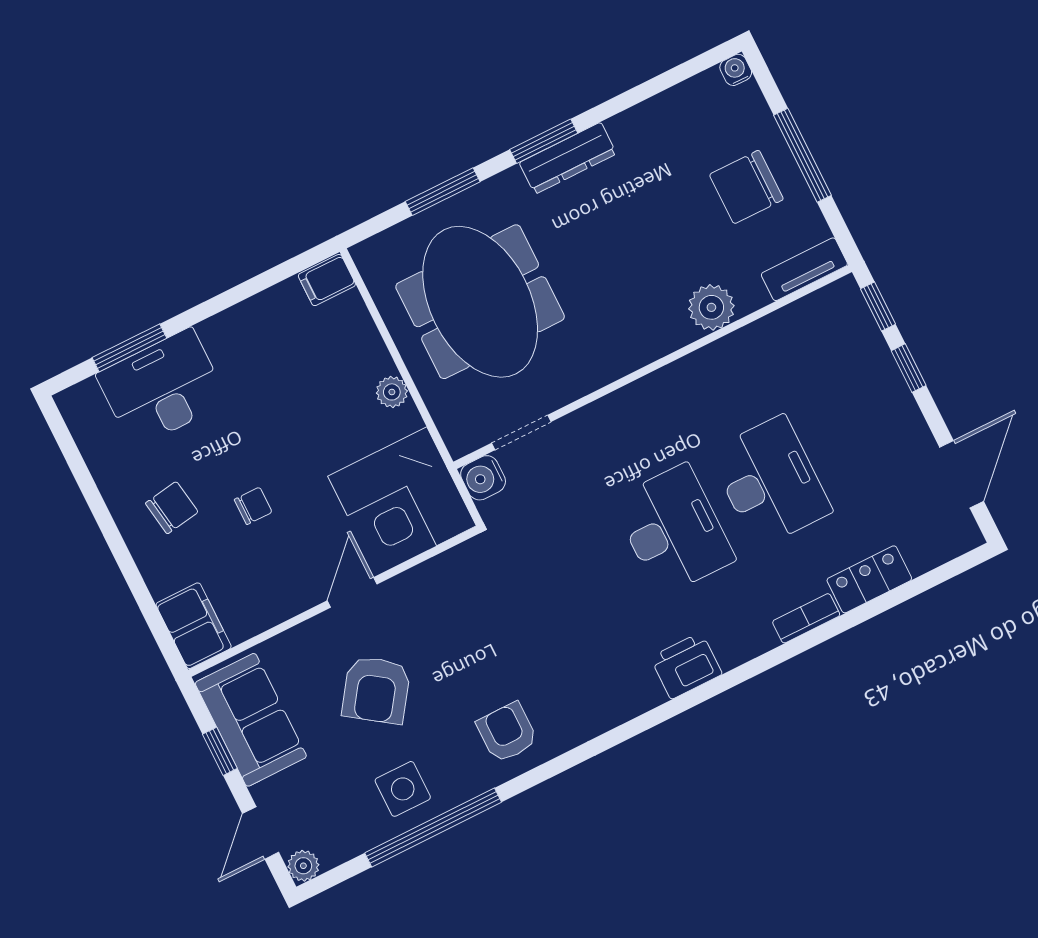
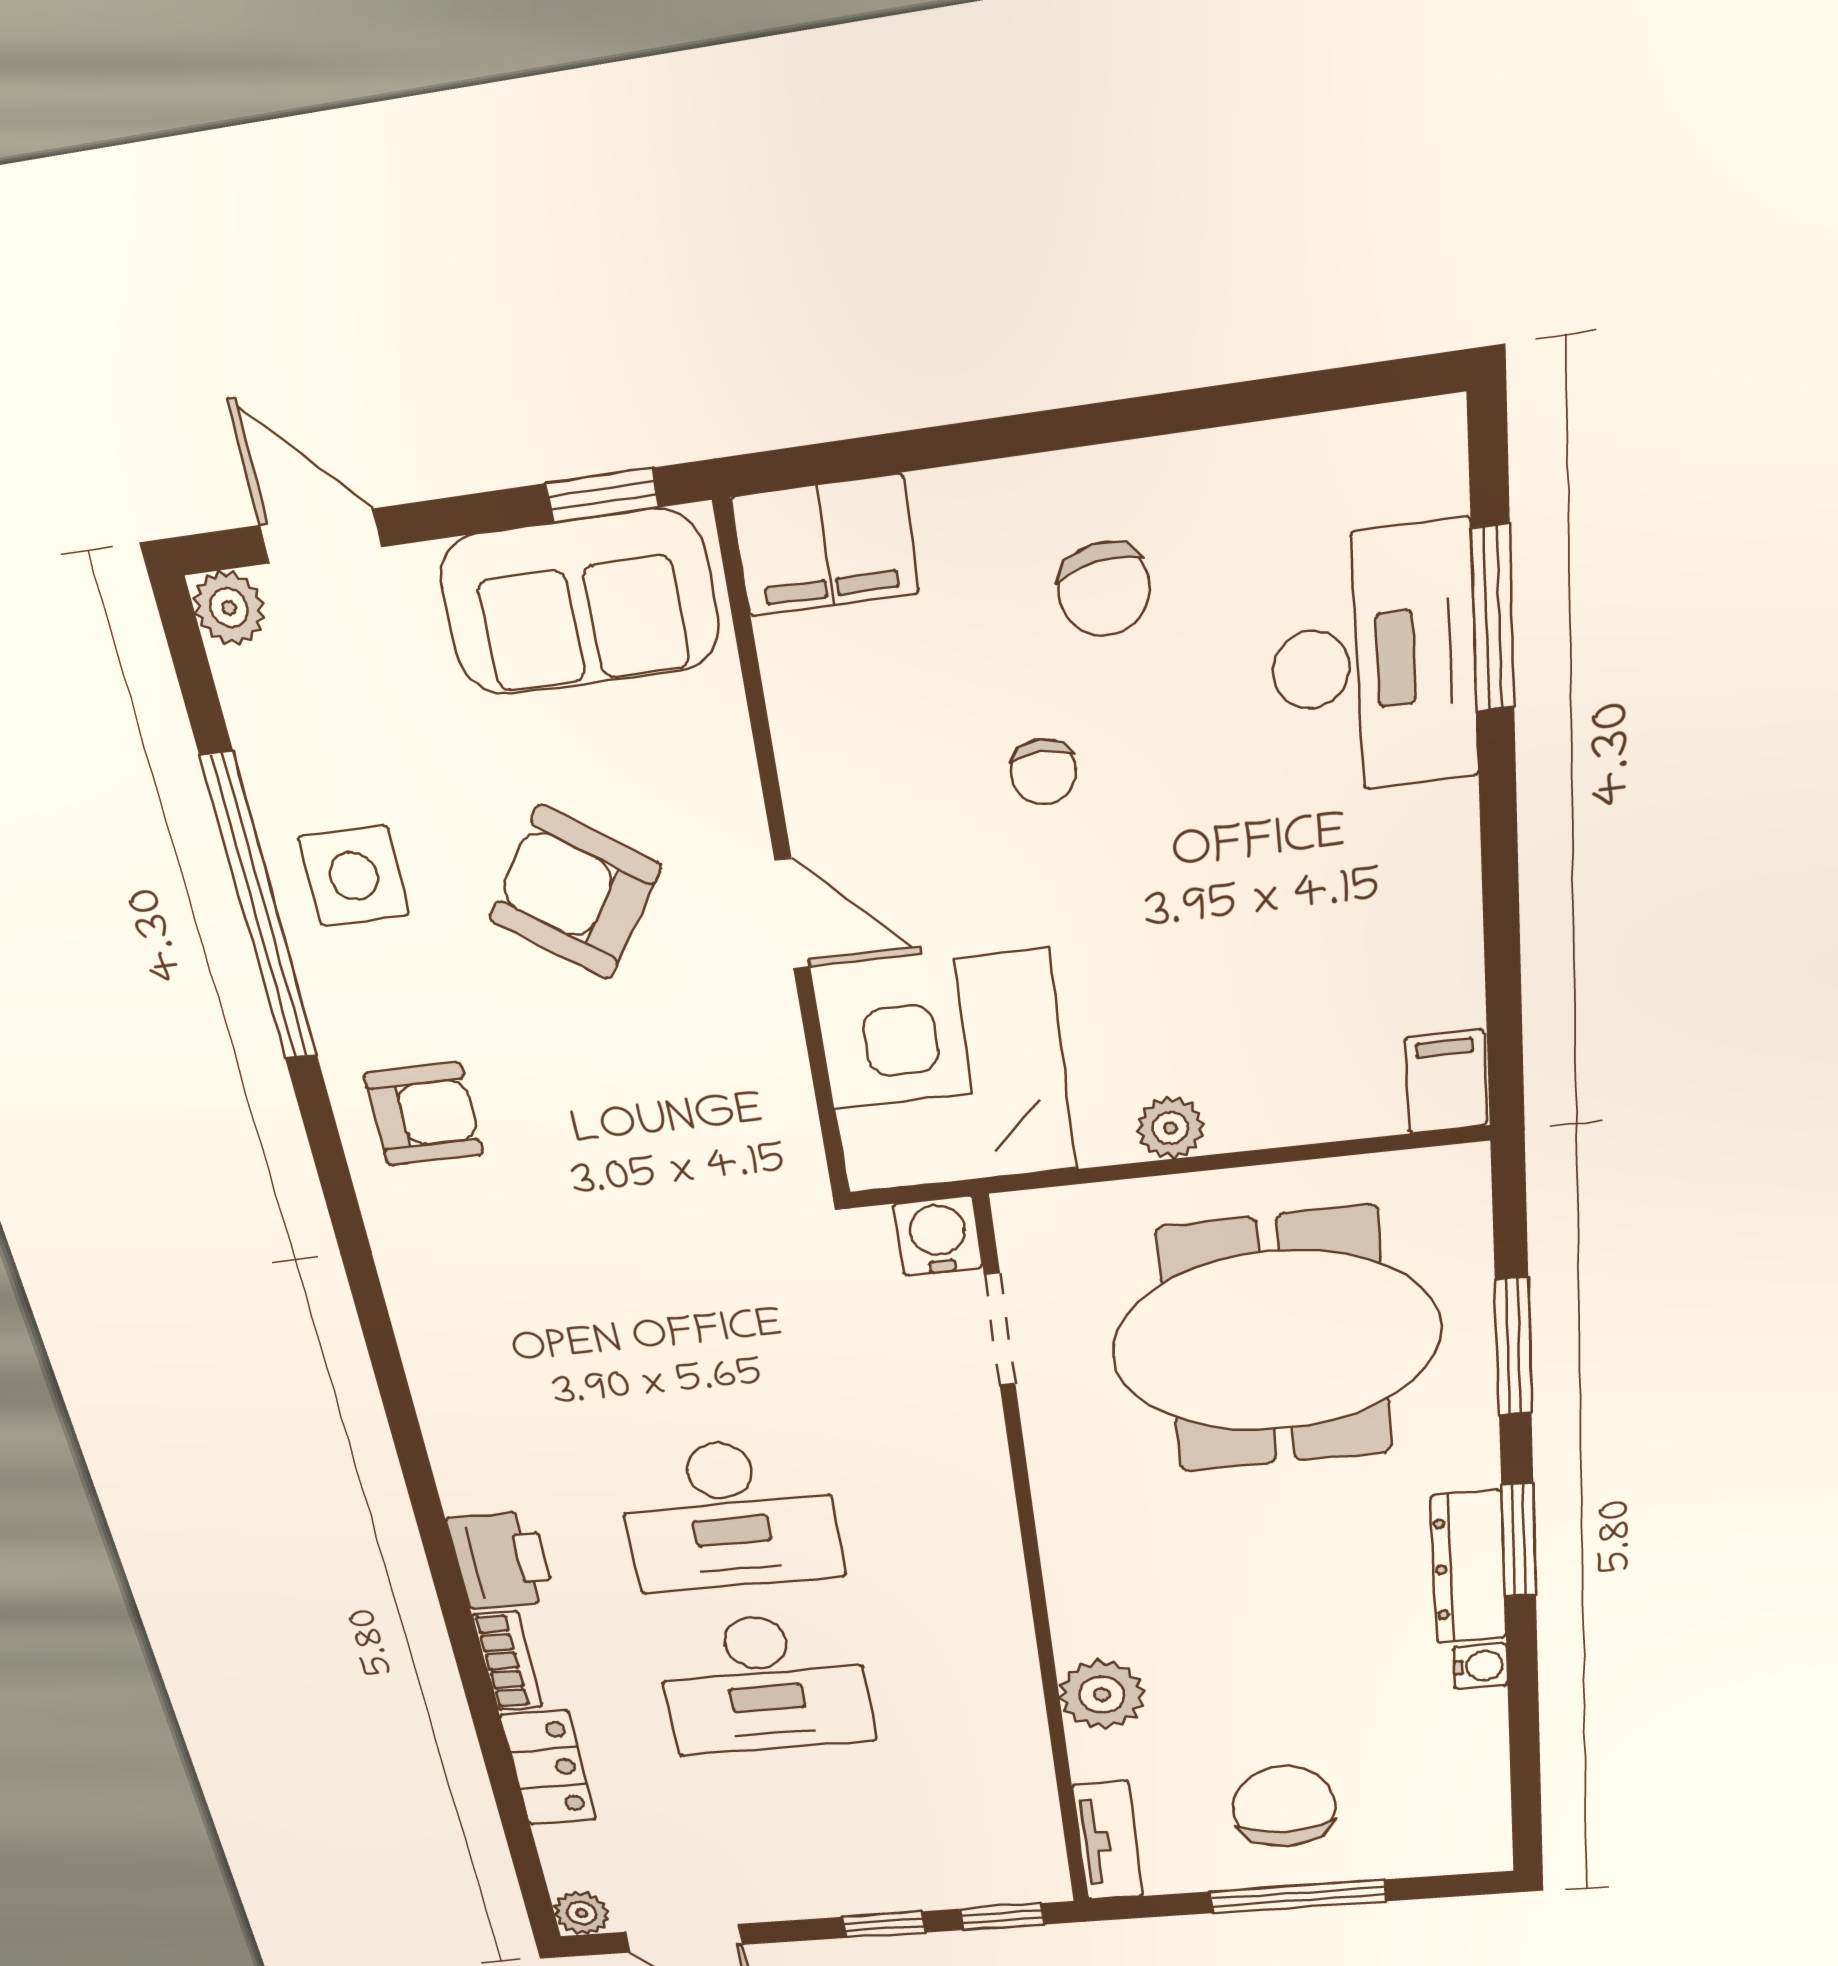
water cooler: (736, 70) -> (1481, 1666), moved
plant: (965, 535) -> (582, 1913), added
printer: (686, 666) -> (501, 1560), moved
window: (220, 751) -> (602, 495), moved

